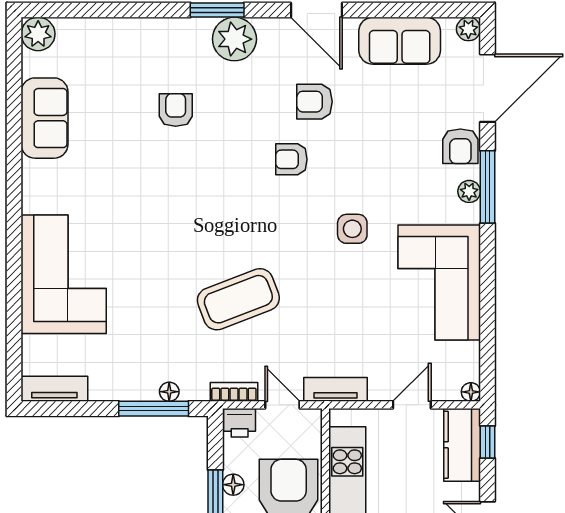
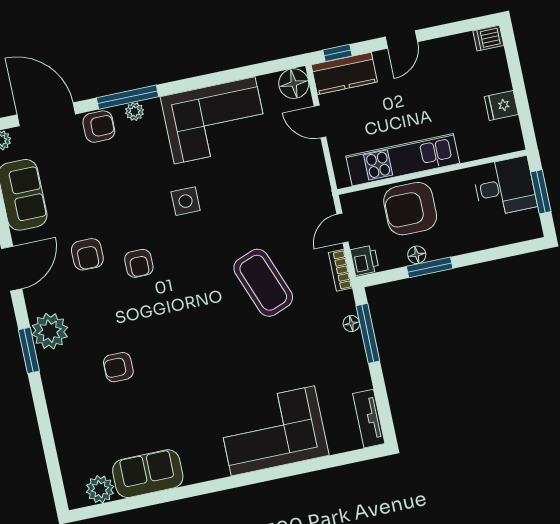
plant: (38, 34) -> (100, 489), moved
tv unit: (336, 389) -> (321, 187), removed
floor lamp: (471, 392) -> (294, 84), width x1.89, depth x1.89

